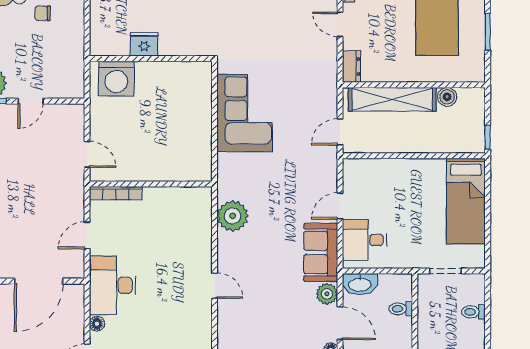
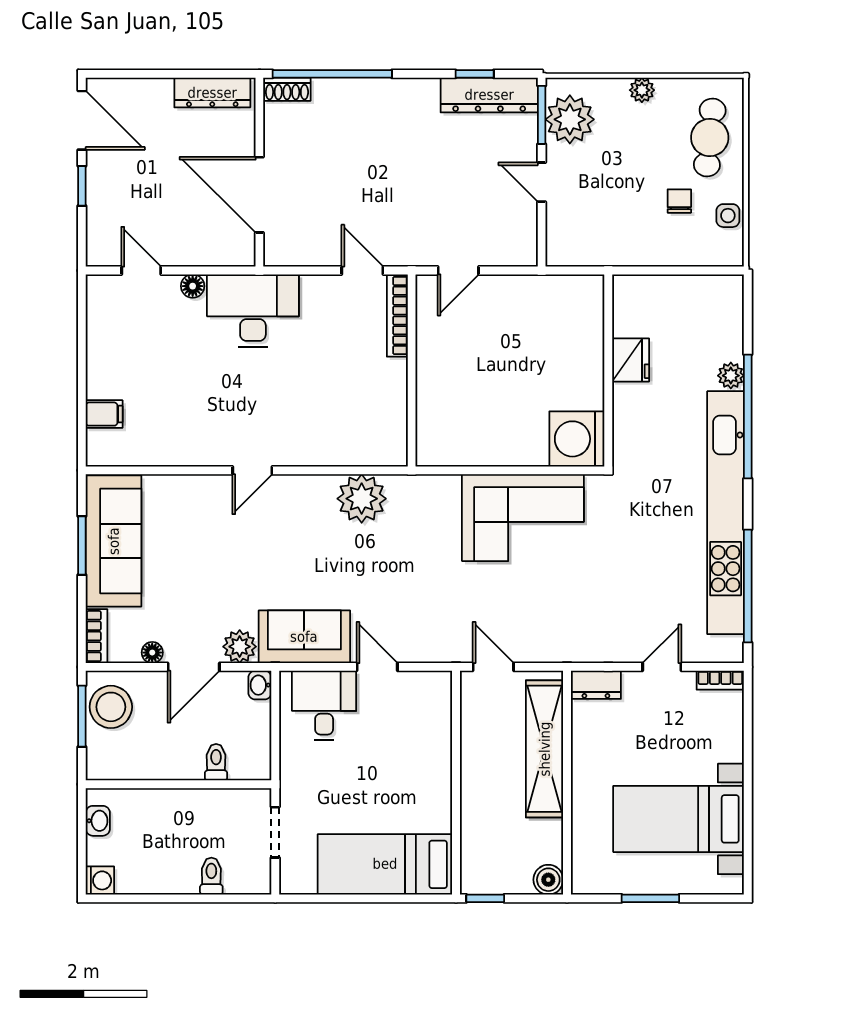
washing machine: (116, 79) -> (577, 439), moved
boiler: (447, 97) -> (548, 880), moved
door: (87, 235) -> (362, 271), moved
washbasin: (360, 284) -> (260, 685), width x0.52, depth x0.69

